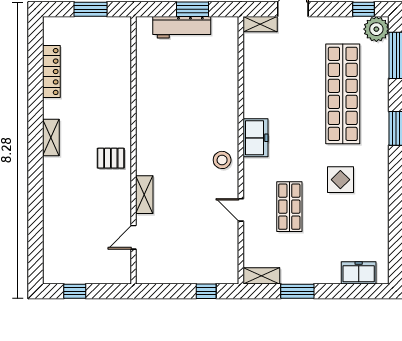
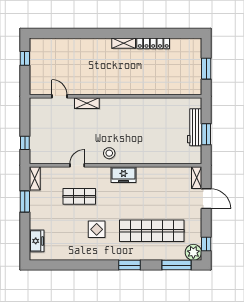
locker: (51, 72) -> (153, 43), moved
pallet: (111, 158) -> (110, 82), removed

